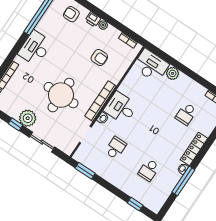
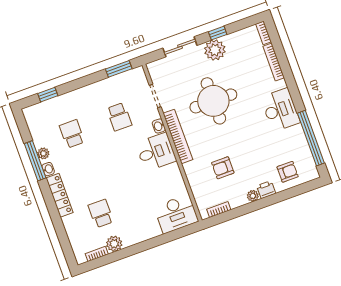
plant: (173, 73) -> (114, 244), moved
plant: (175, 179) -> (43, 153), added

